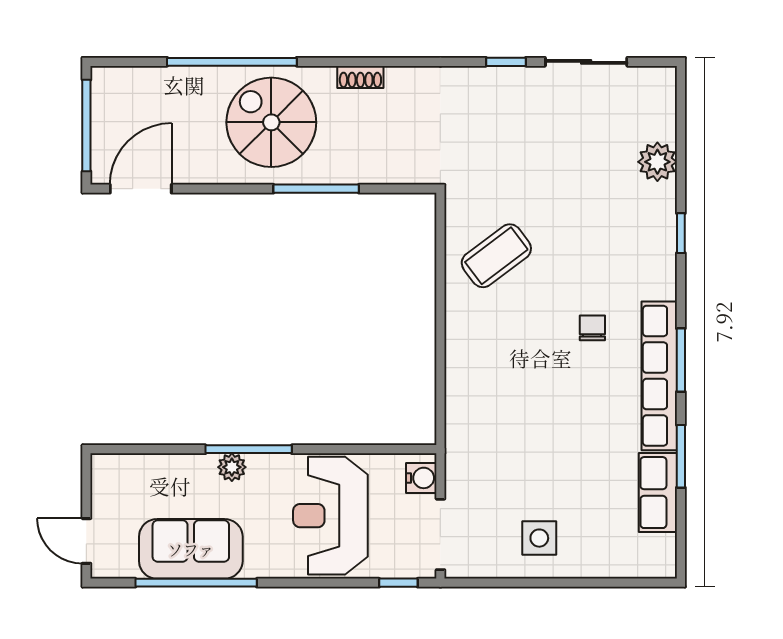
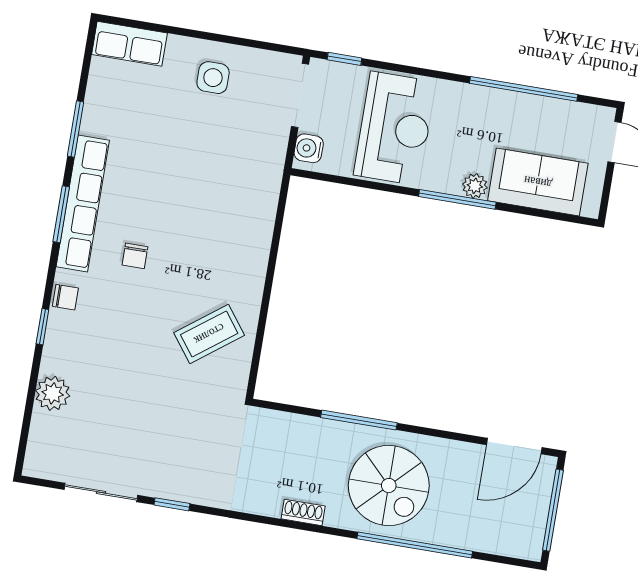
chair: (661, 270) -> (65, 297), added
row of seats: (658, 493) -> (129, 44), moved, turned 90
sofa: (191, 549) -> (538, 182), moved, turned 180

